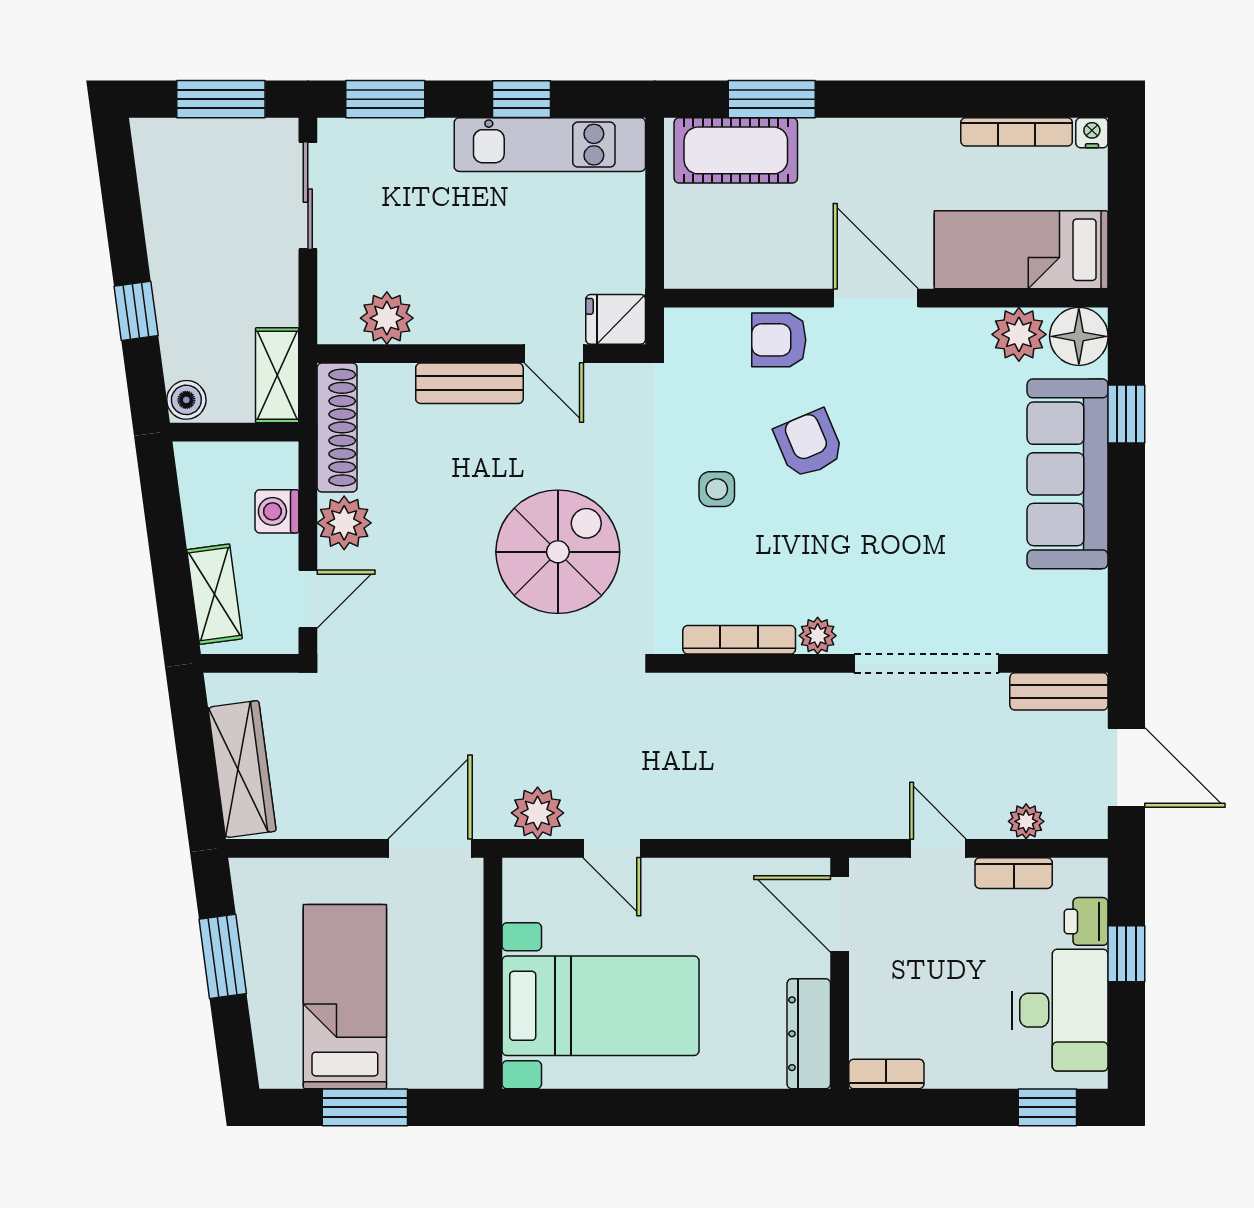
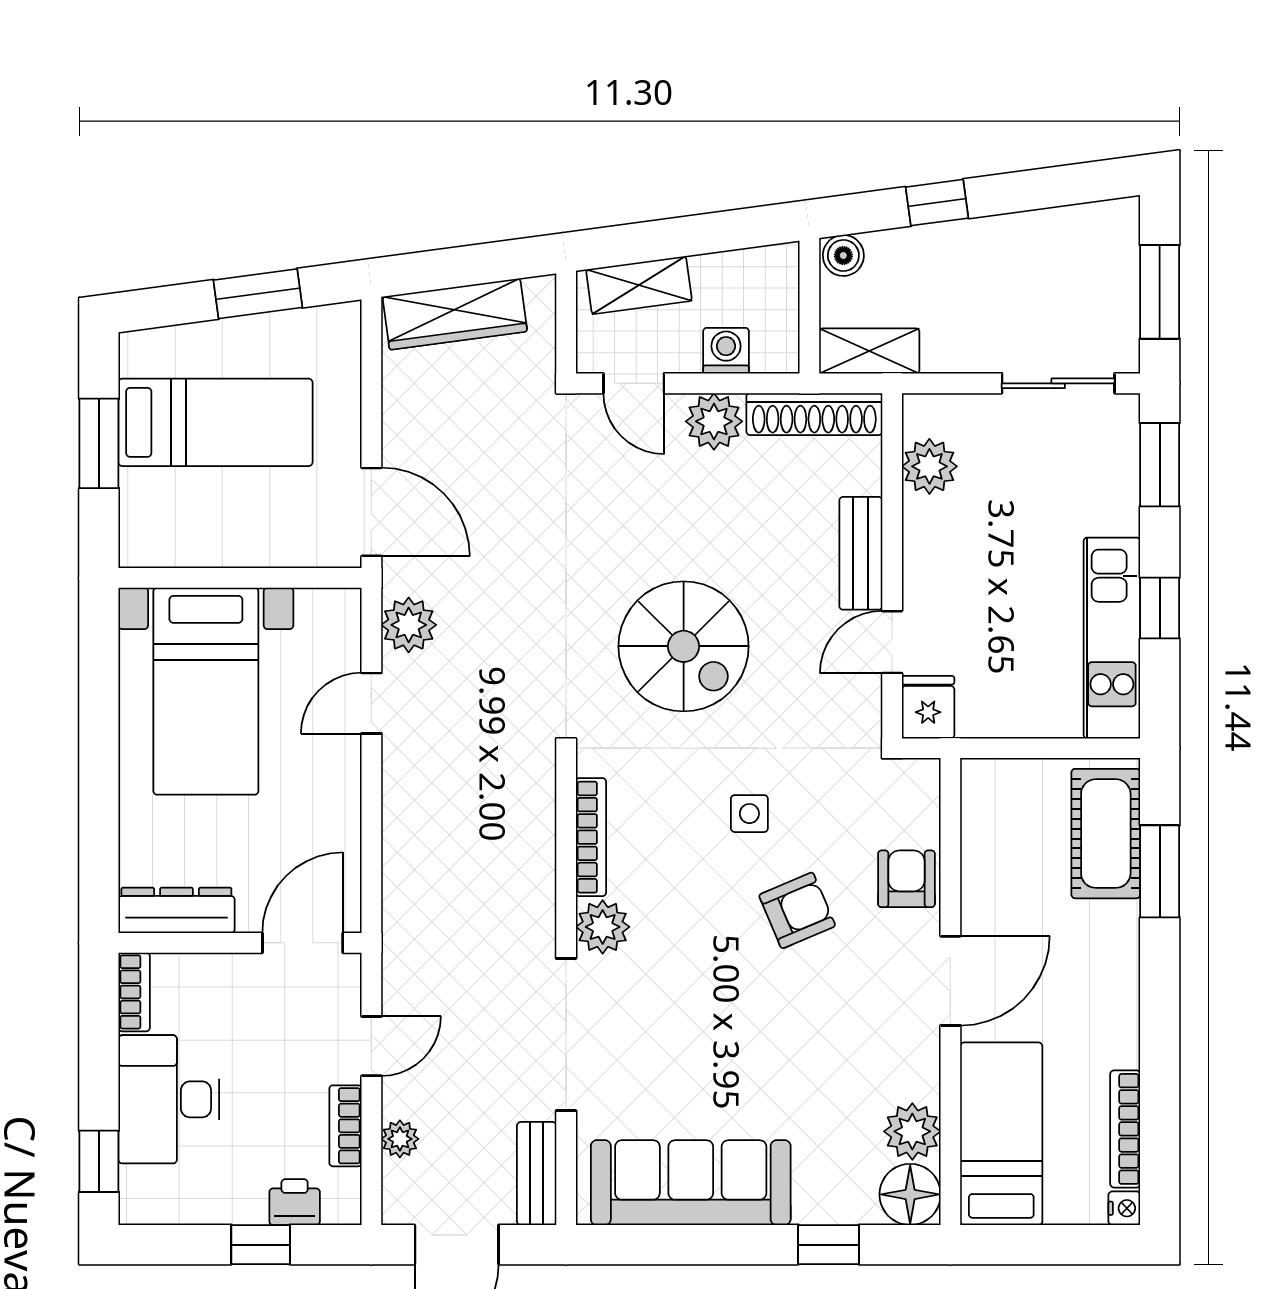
sofa: (1068, 474) -> (691, 1183), moved
plant: (818, 636) -> (603, 927), width x1.38, depth x1.38
desk: (1060, 1010) -> (169, 1099), moved, turned 90

